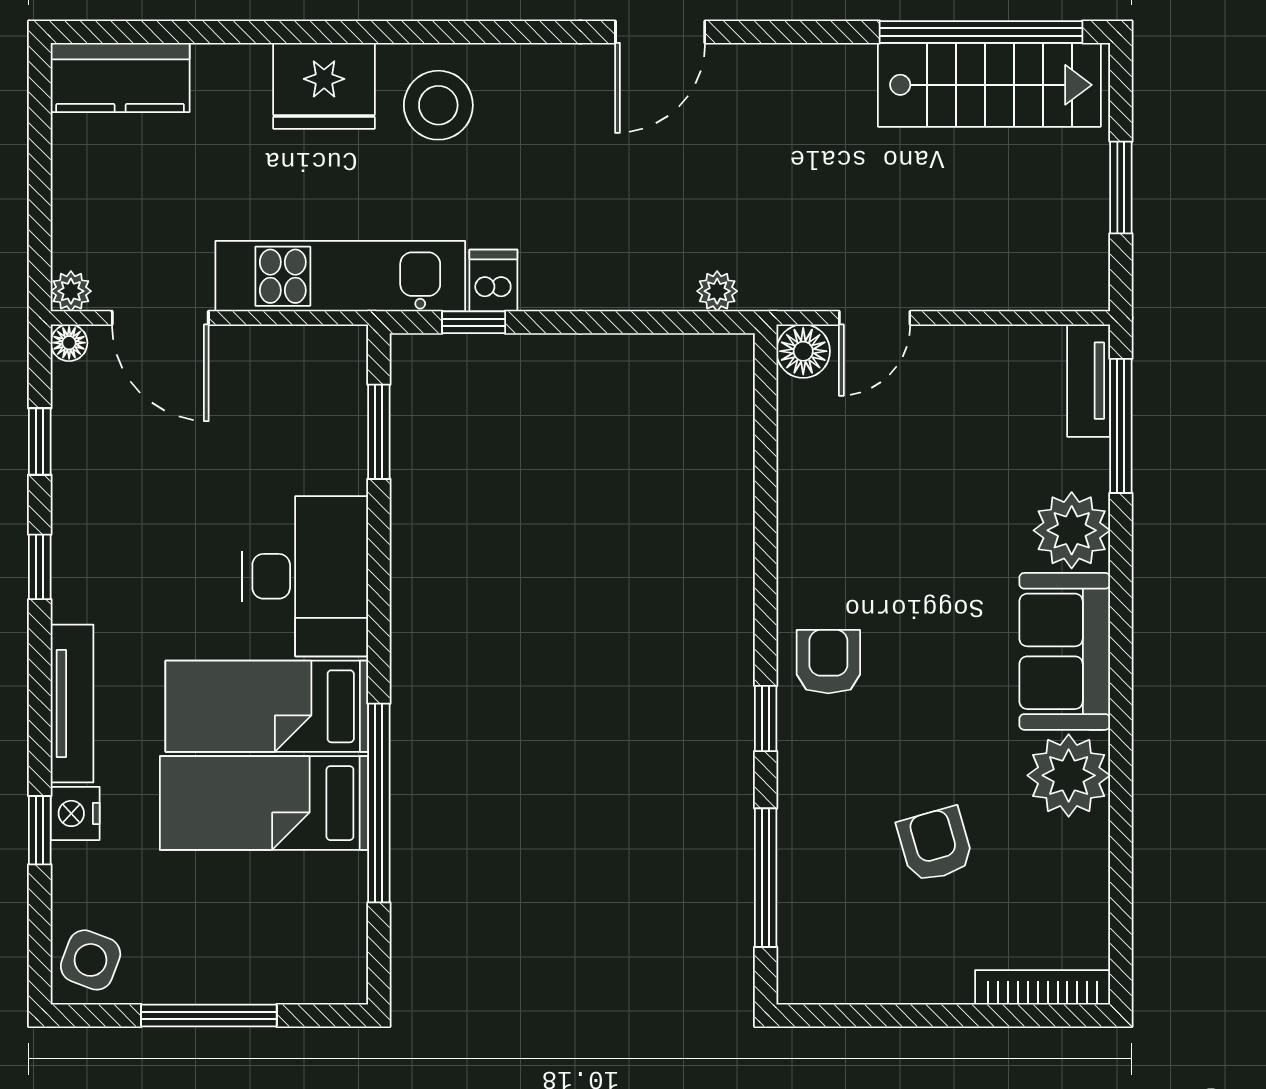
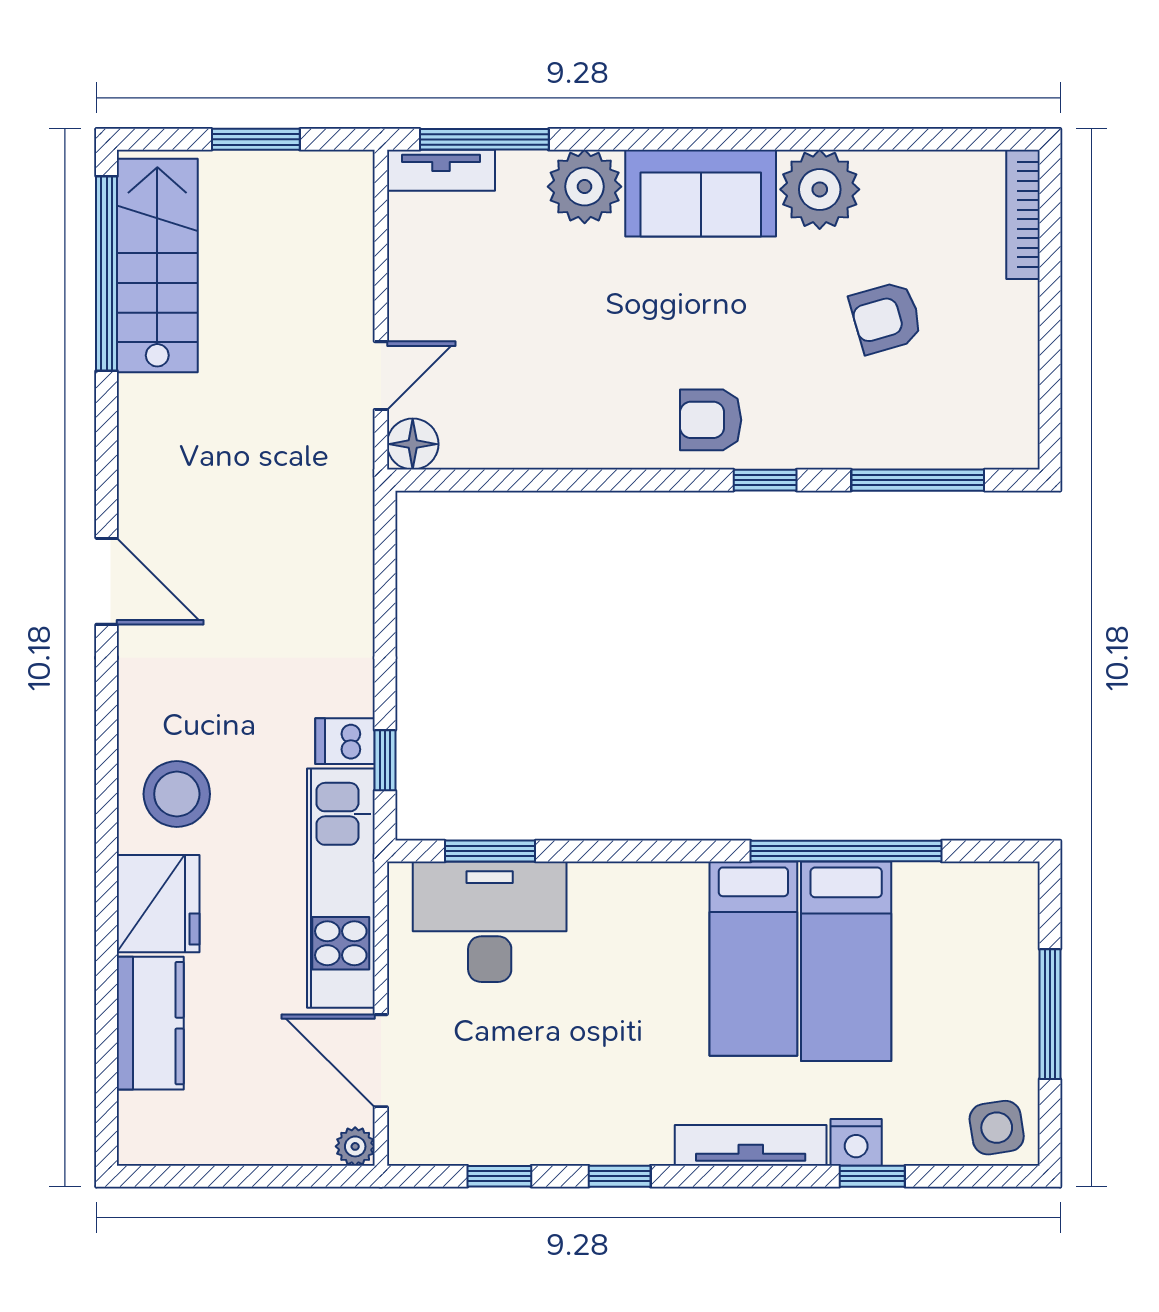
kitchen counter: (120, 77) -> (150, 1023), moved
plant: (717, 291) -> (355, 527), removed
door: (160, 318) -> (381, 1061), swing flipped
door: (875, 318) -> (381, 376), hinge flipped
floor lamp: (69, 343) -> (405, 1148), removed
desk: (305, 576) -> (490, 922), moved
side table: (91, 960) -> (997, 1128), turned -30

